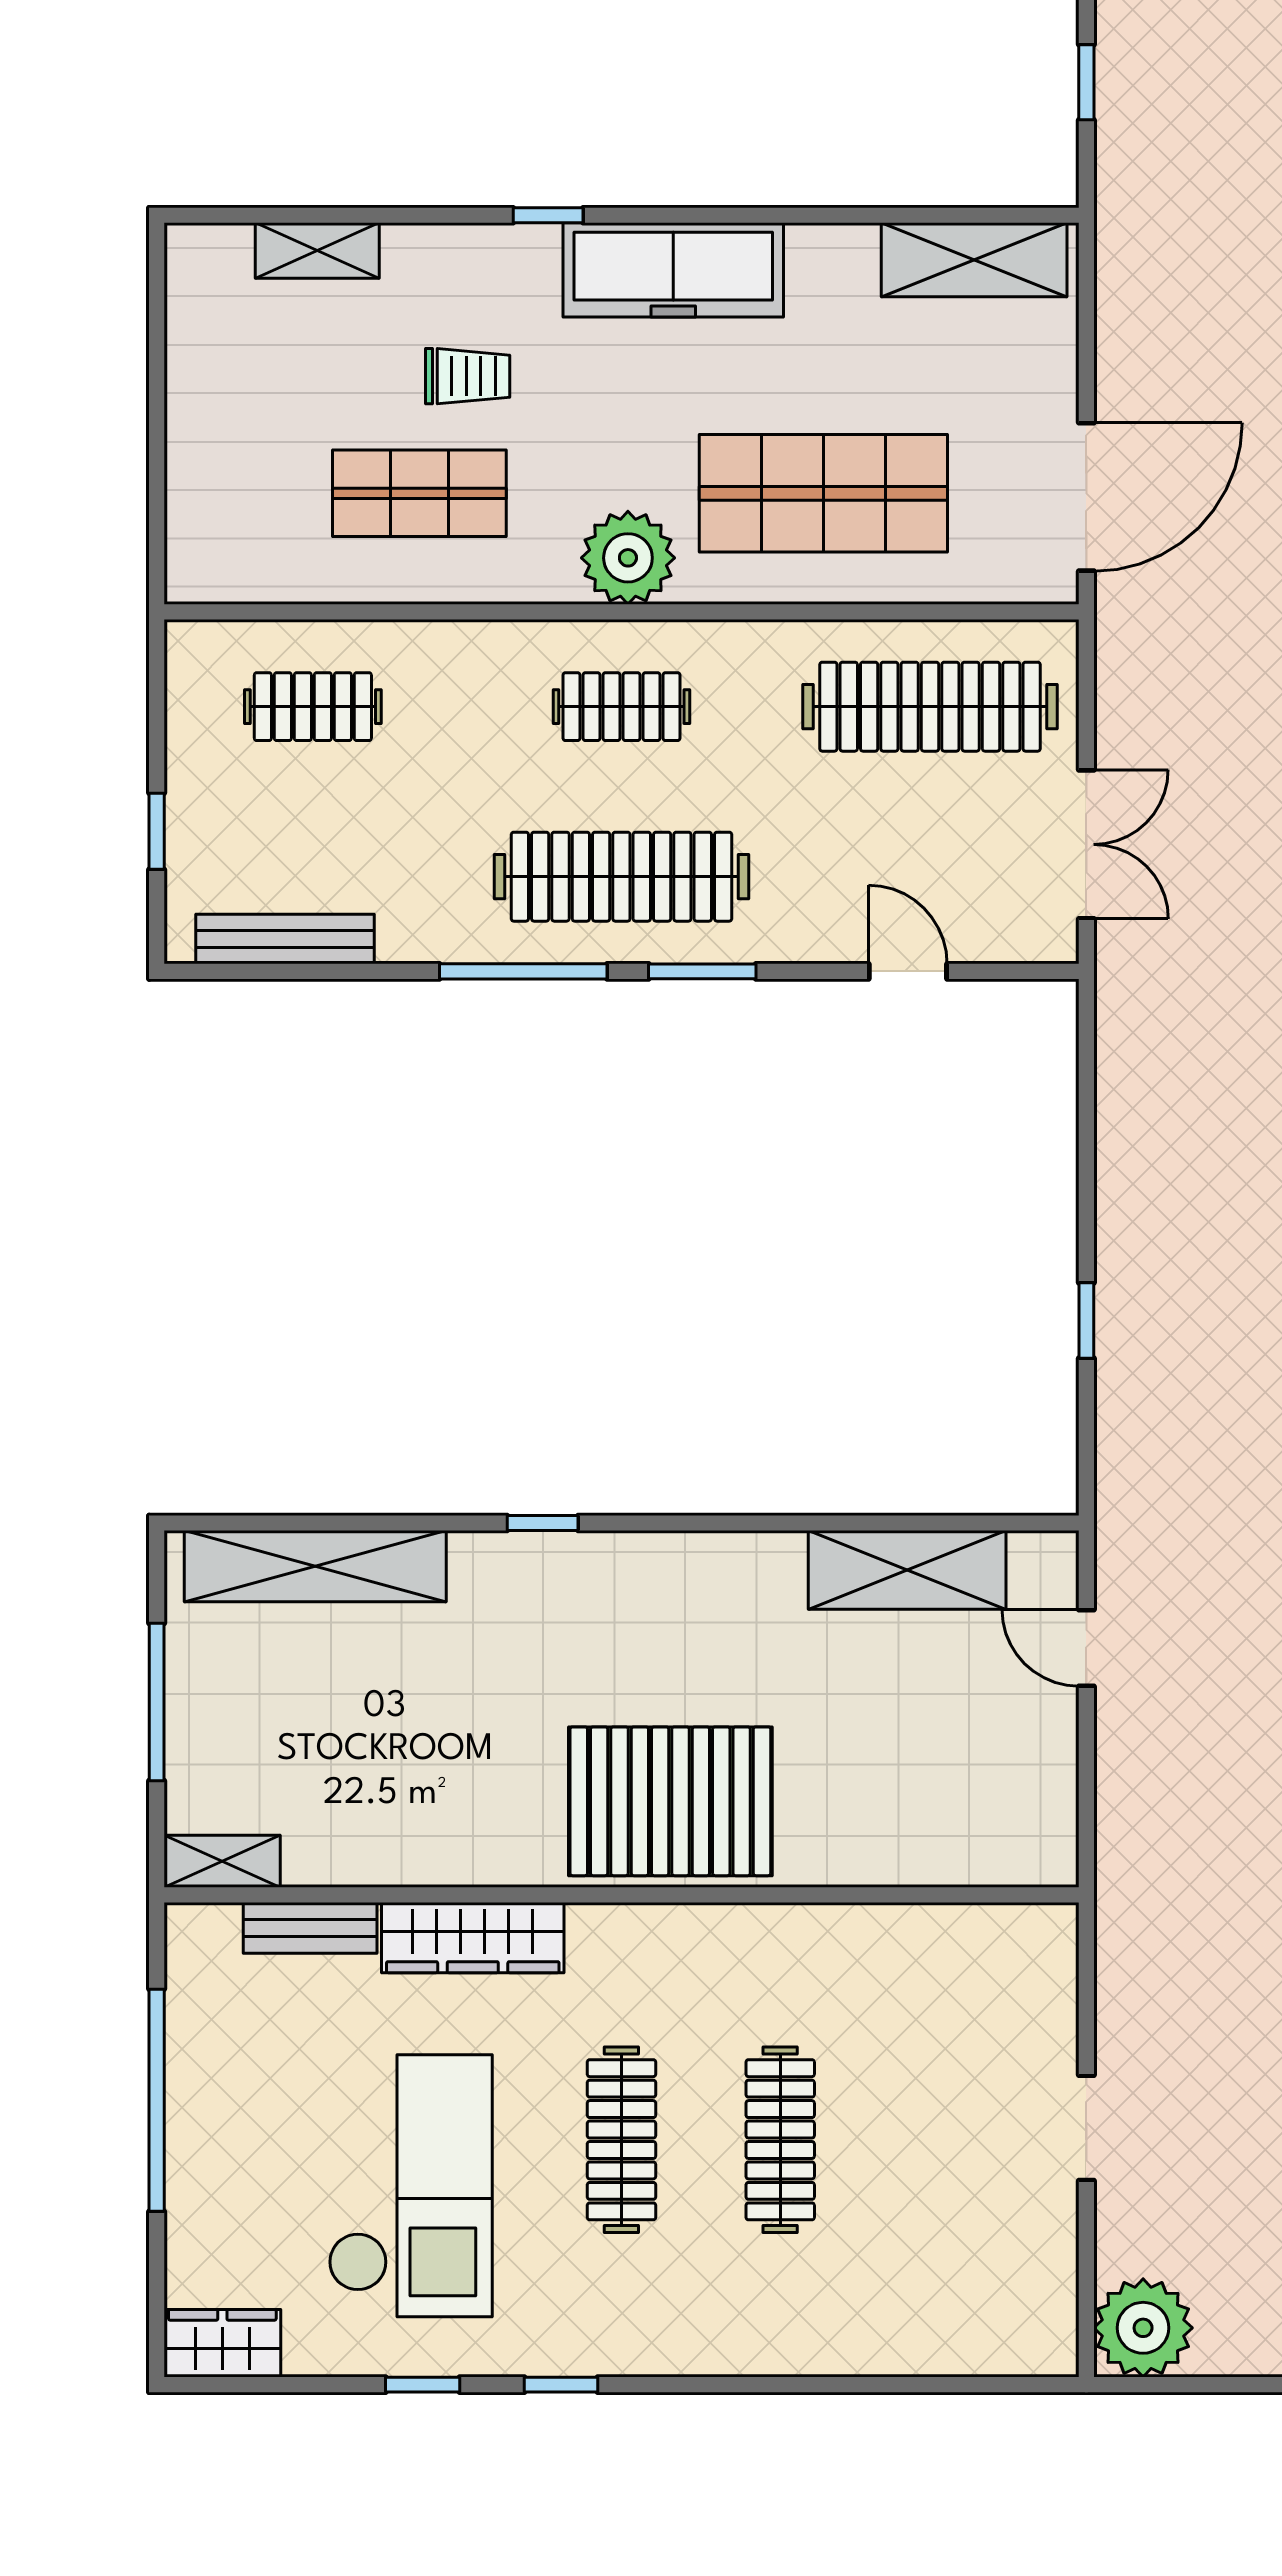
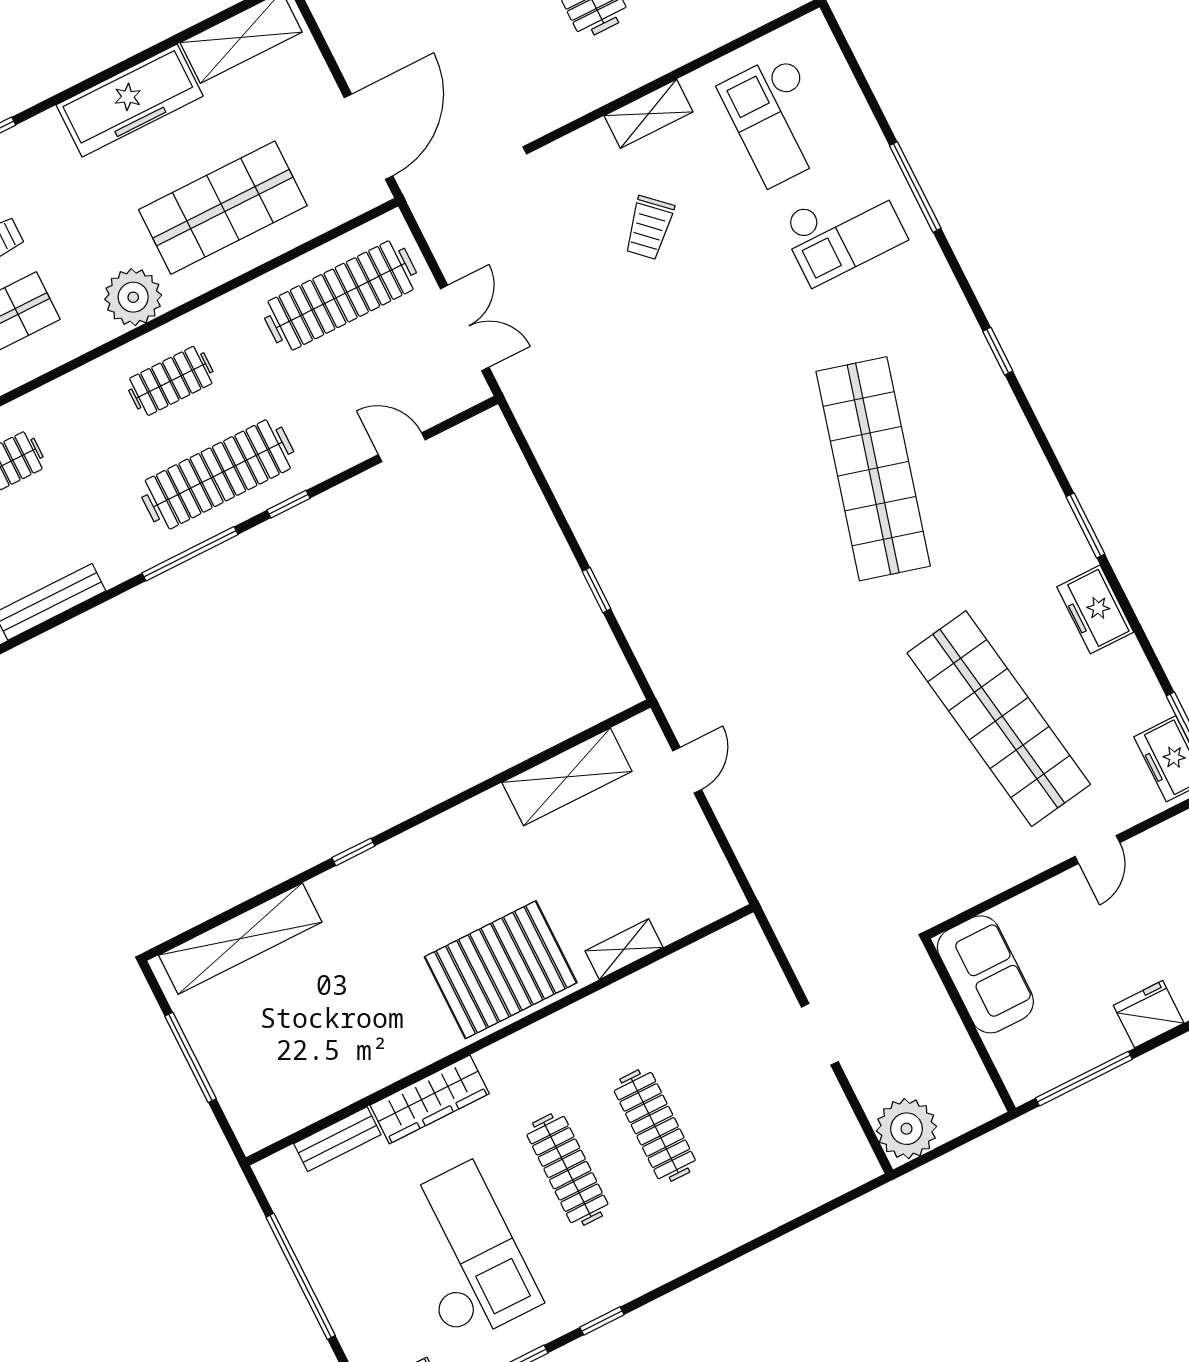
freezer: (673, 270) -> (130, 100), moved
window: (702, 971) -> (289, 504), width x0.67
door: (1086, 1648) -> (687, 770), swing flipped
shelving: (222, 1861) -> (624, 949), moved

